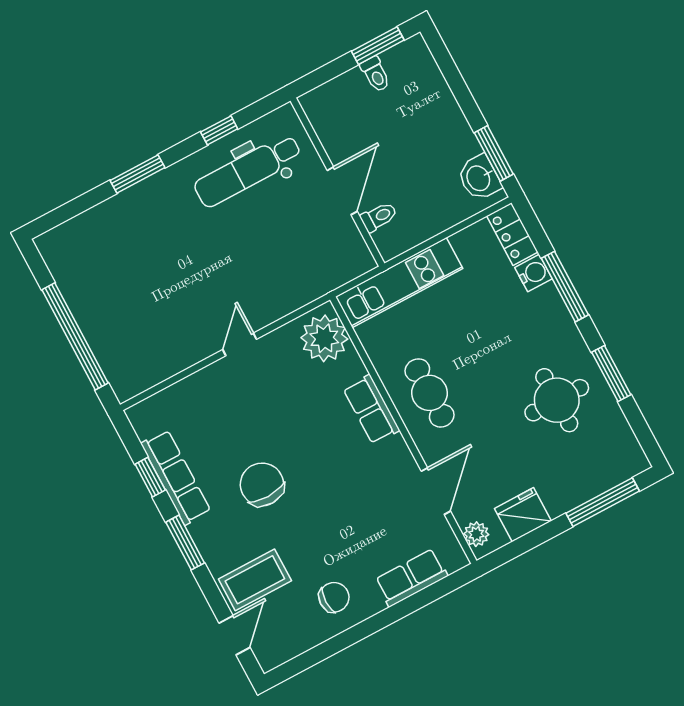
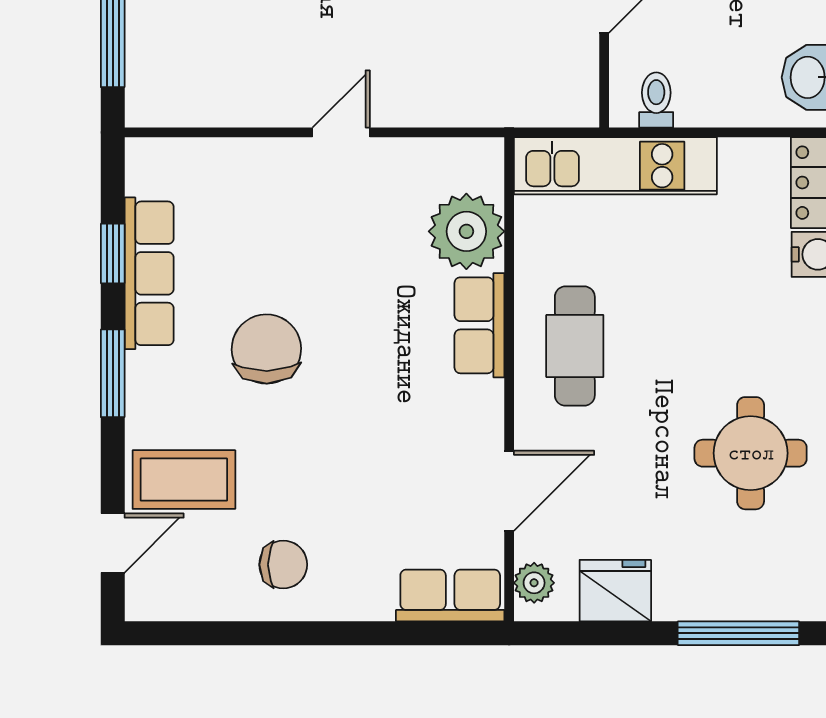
toilet: (379, 217) -> (656, 100), moved, turned -90
plant: (324, 338) -> (466, 231), moved
row of seats: (411, 578) -> (450, 595), moved

